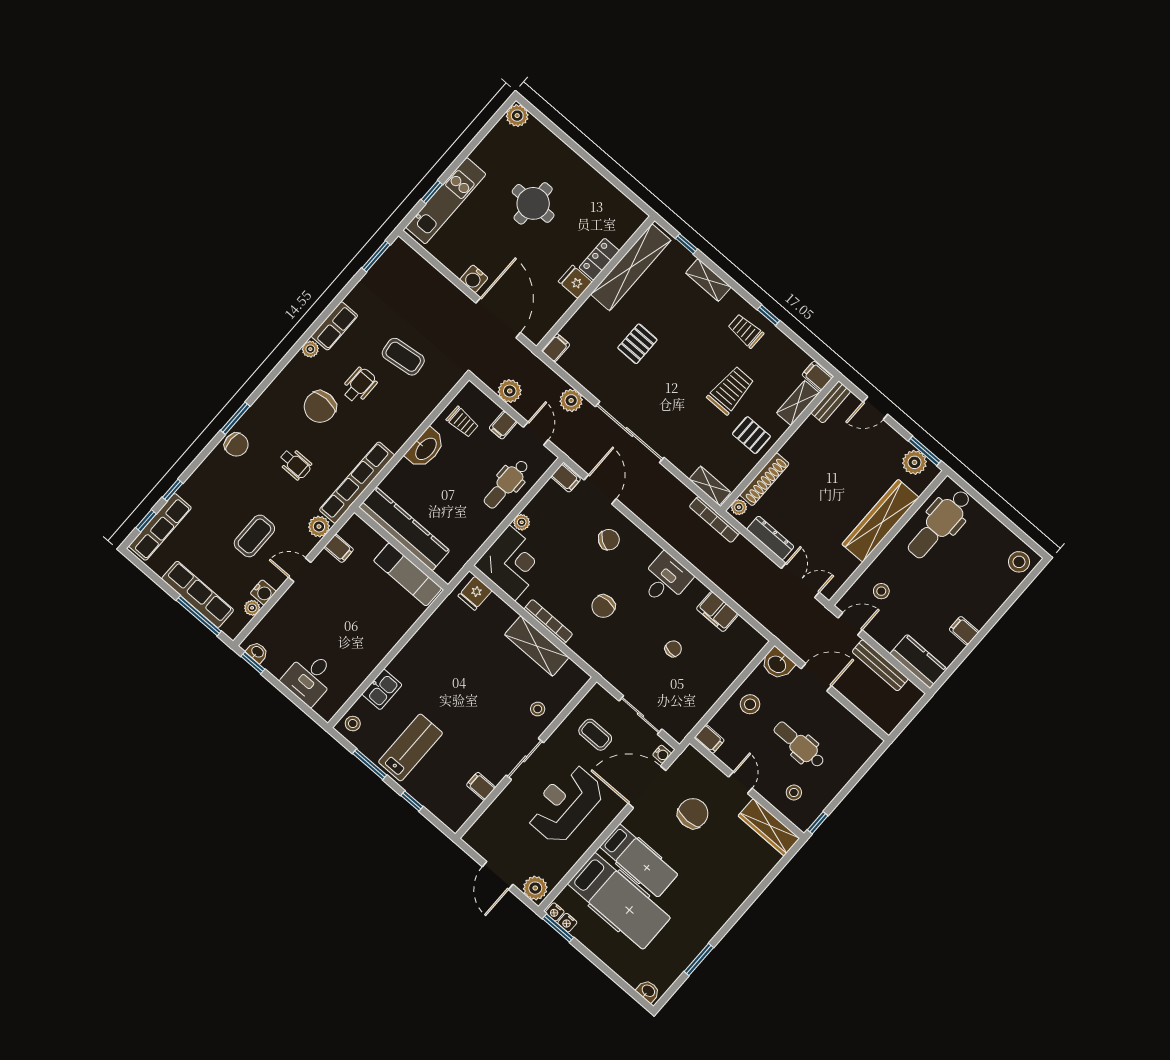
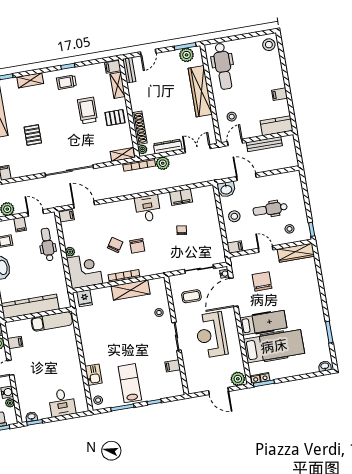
plant: (571, 400) -> (163, 163), moved
dental chair: (506, 484) -> (47, 245), turned 180
chair: (609, 540) -> (115, 245), moved
door: (816, 677) -> (246, 177), hinge flipped

